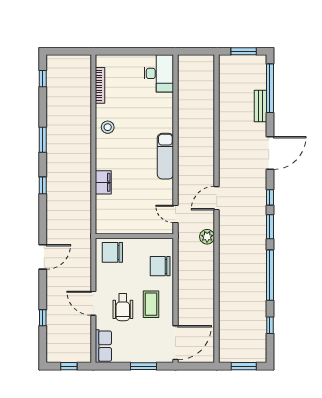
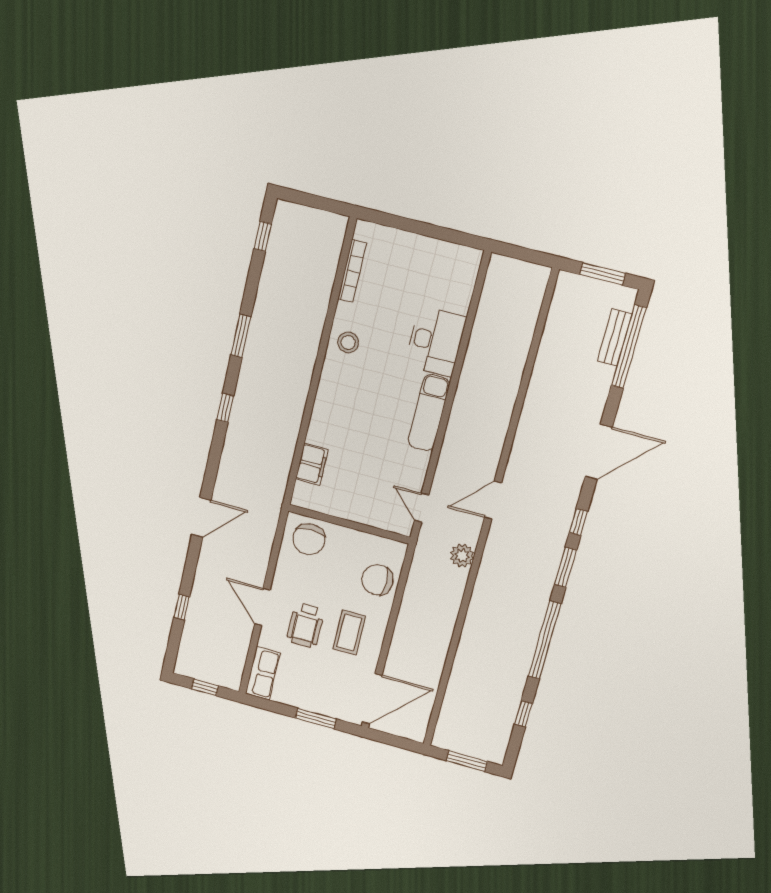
desk: (159, 73) -> (436, 341), moved
bench: (260, 106) -> (615, 338), moved
filing cabinet: (103, 182) -> (312, 464), moved
chair: (112, 252) -> (309, 539), turned -90

